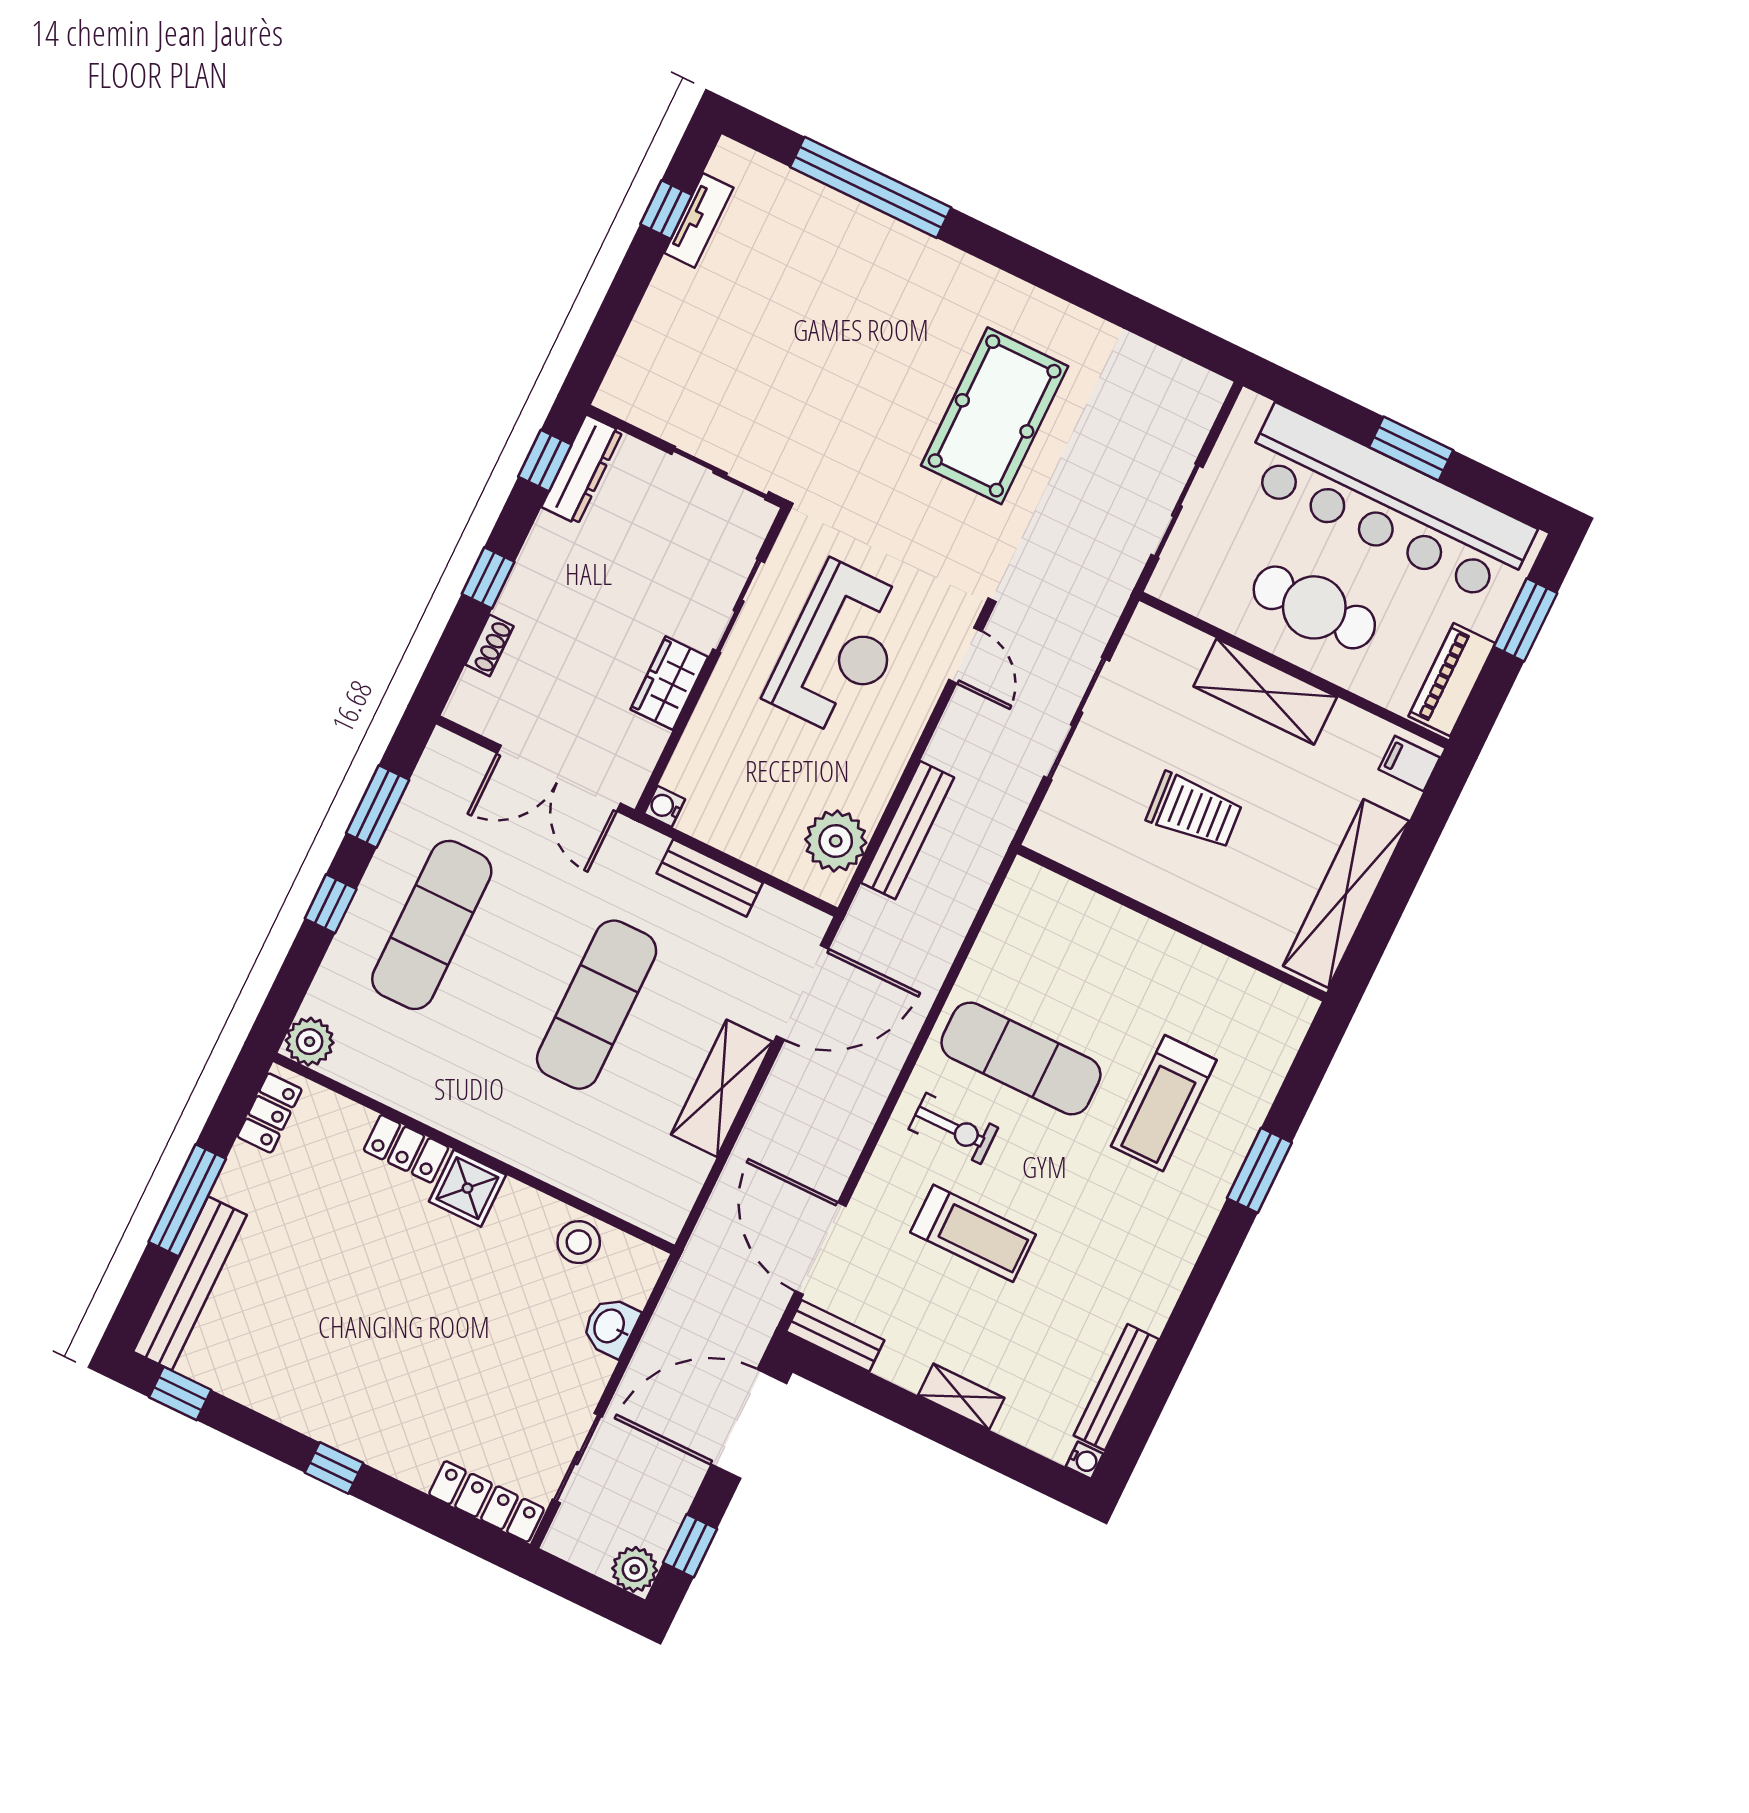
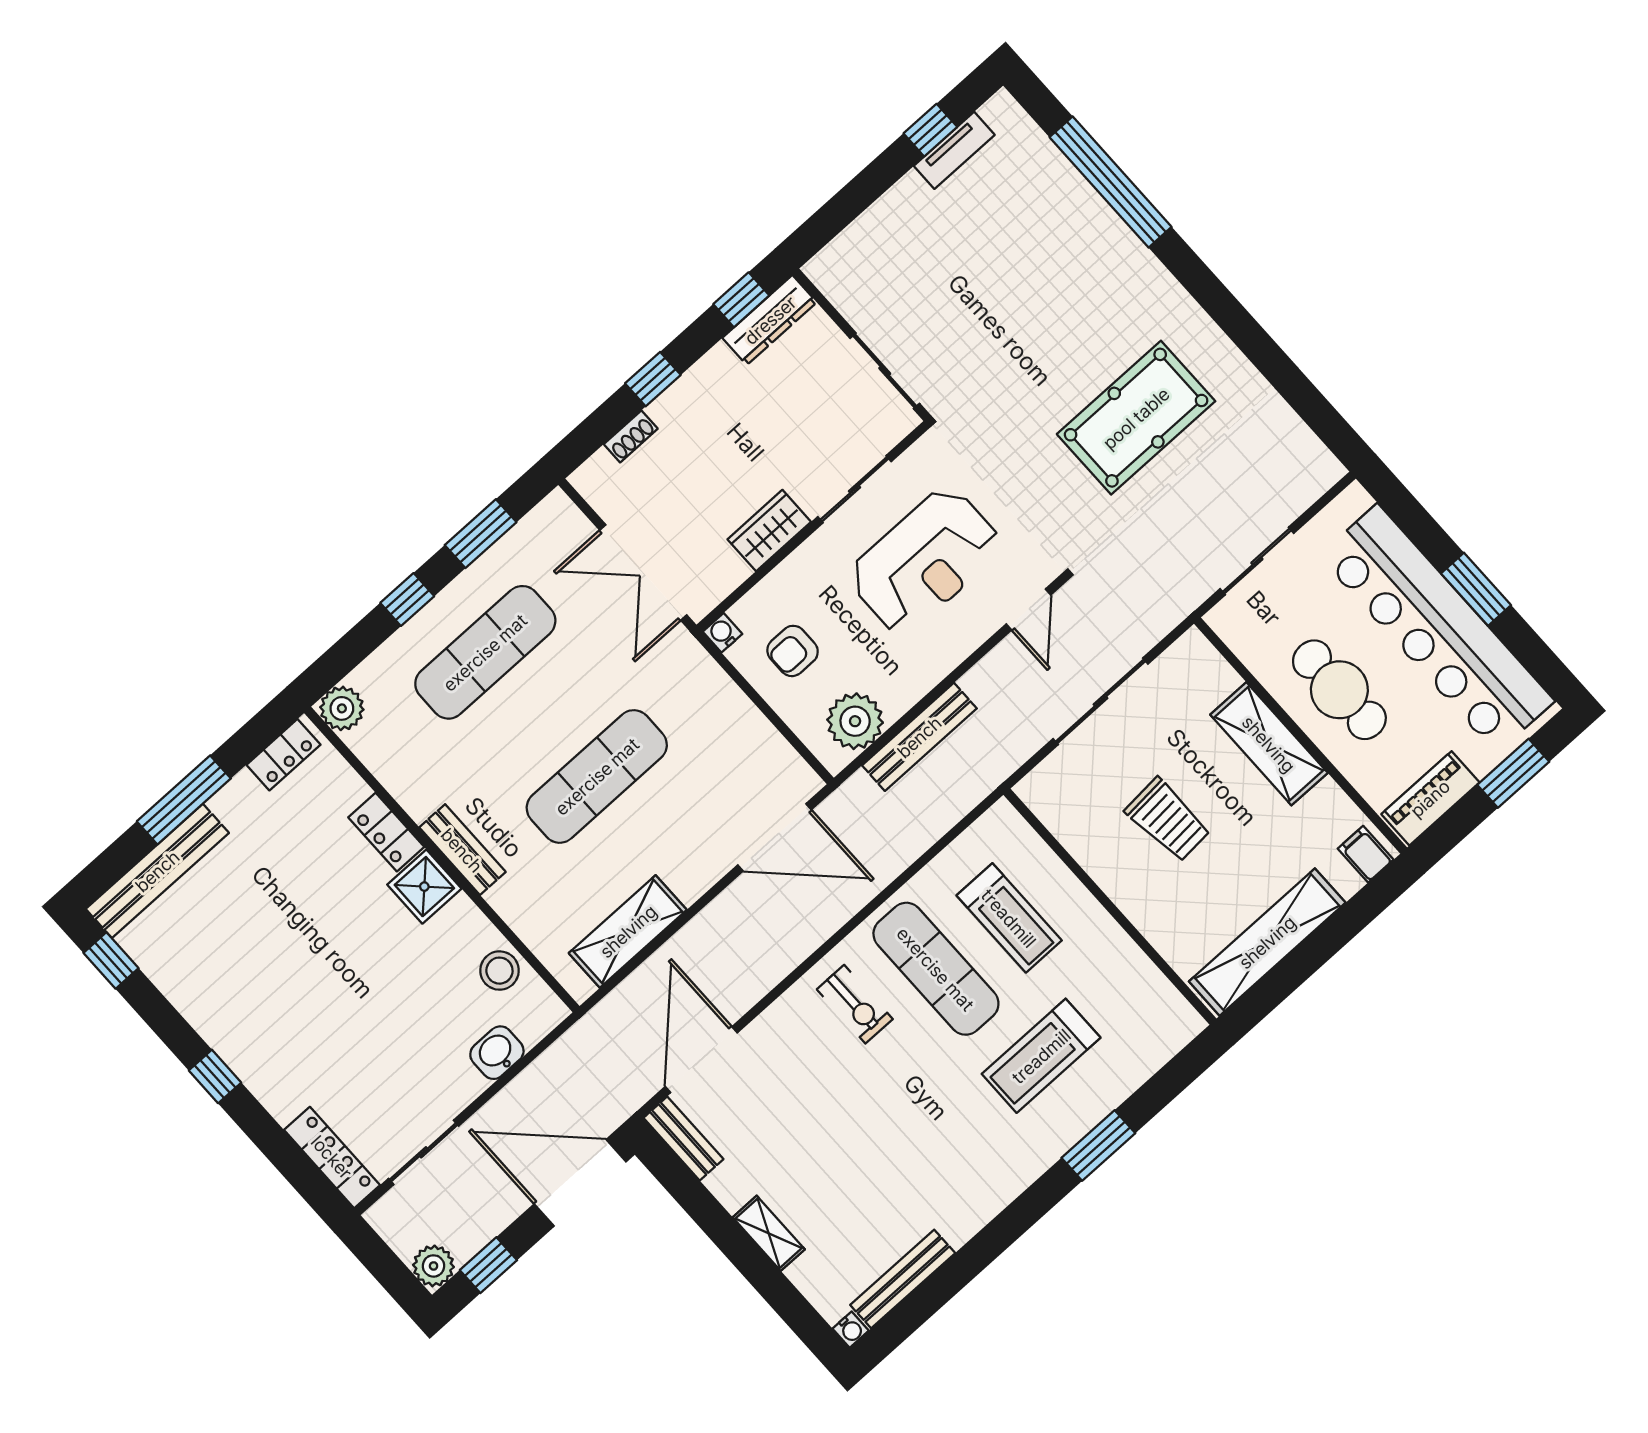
armchair: (743, 796) -> (793, 651), added
bench: (710, 878) -> (462, 850), moved
shelving: (722, 1088) -> (628, 931), moved
treadmill: (973, 1233) -> (1009, 918), moved

